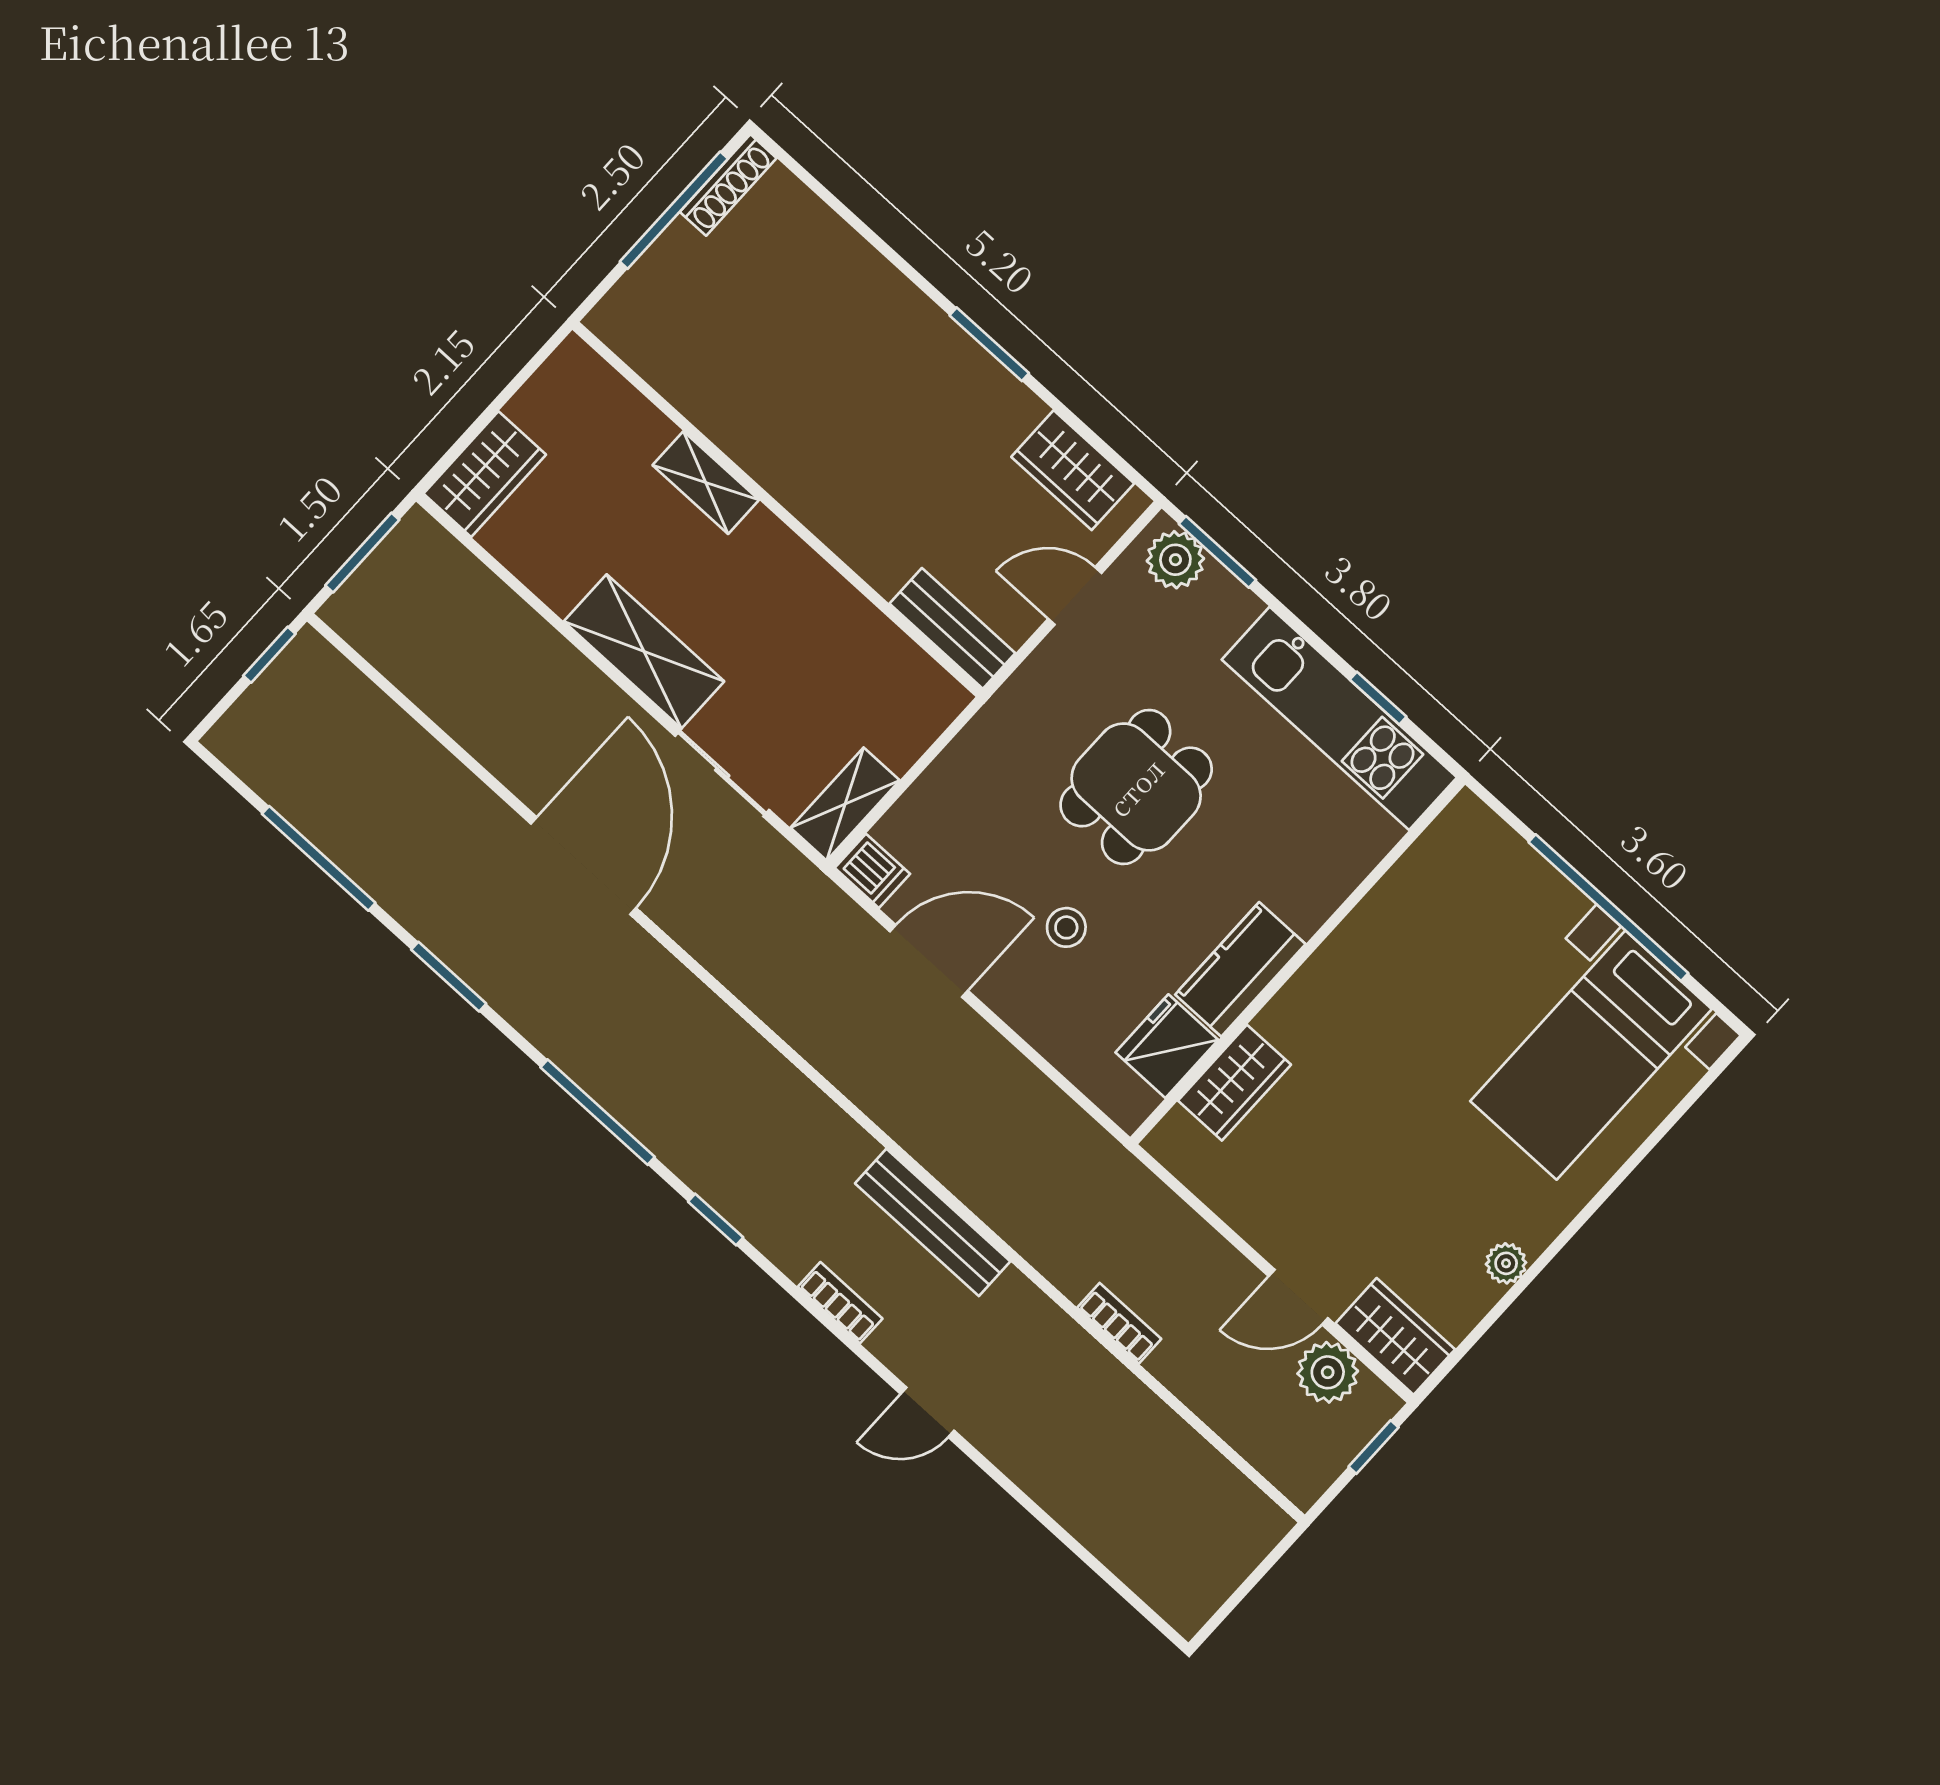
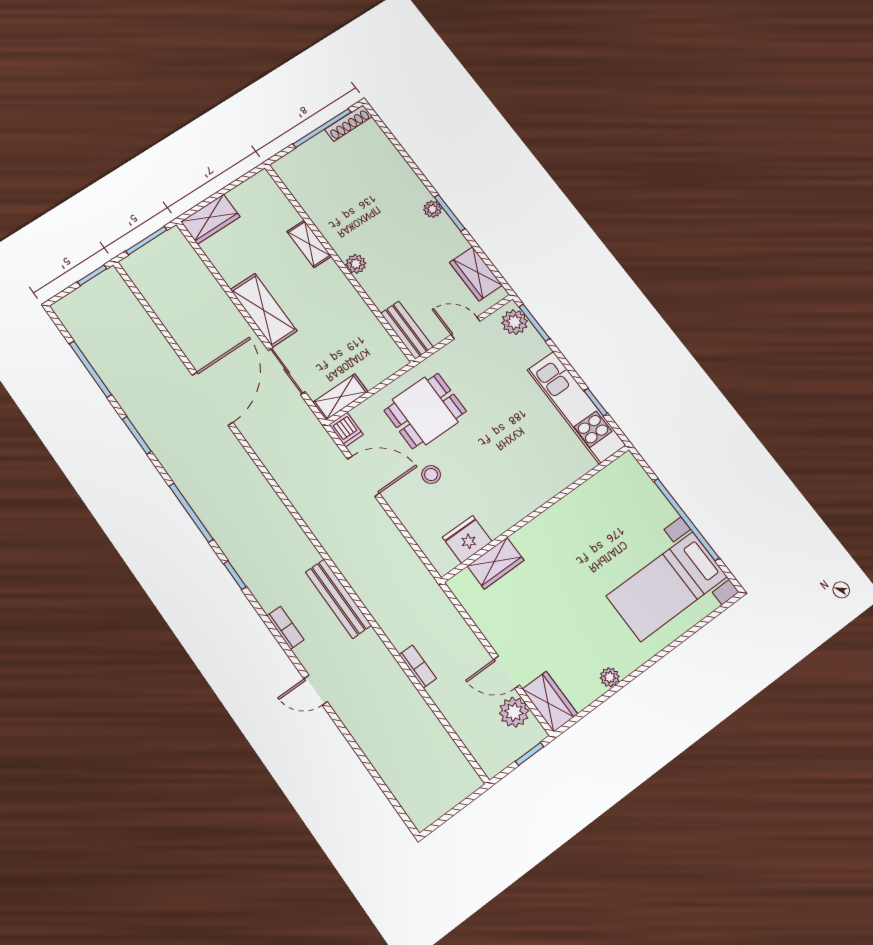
plant: (951, 344) -> (432, 209), added
plant: (814, 505) -> (356, 264), added
dining table: (1136, 787) -> (425, 411), moved
kitchen counter: (1240, 969) -> (509, 511), removed

